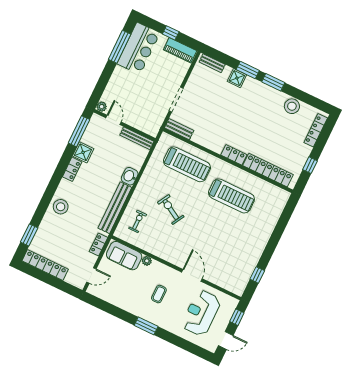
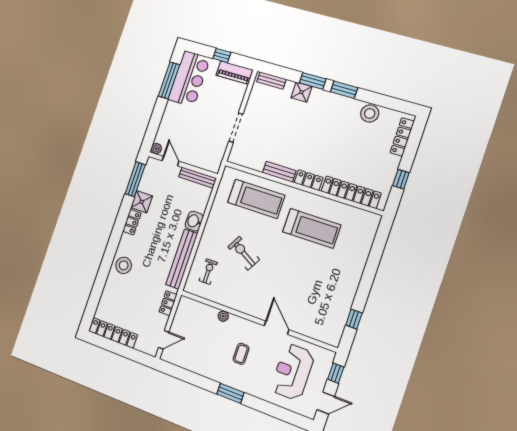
bench: (179, 129) -> (279, 172), moved
window: (29, 235) -> (93, 301), removed
sofa: (124, 256) -> (197, 313), removed

